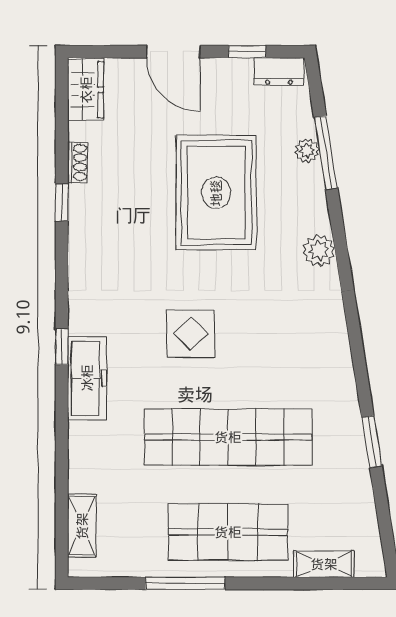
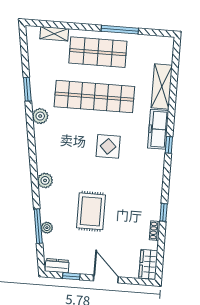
rug: (216, 193) -> (91, 211), width x0.73, depth x0.69
plant: (340, 387) -> (40, 116), added
shelving: (82, 526) -> (162, 86), moved, width x1.50, depth x1.33

